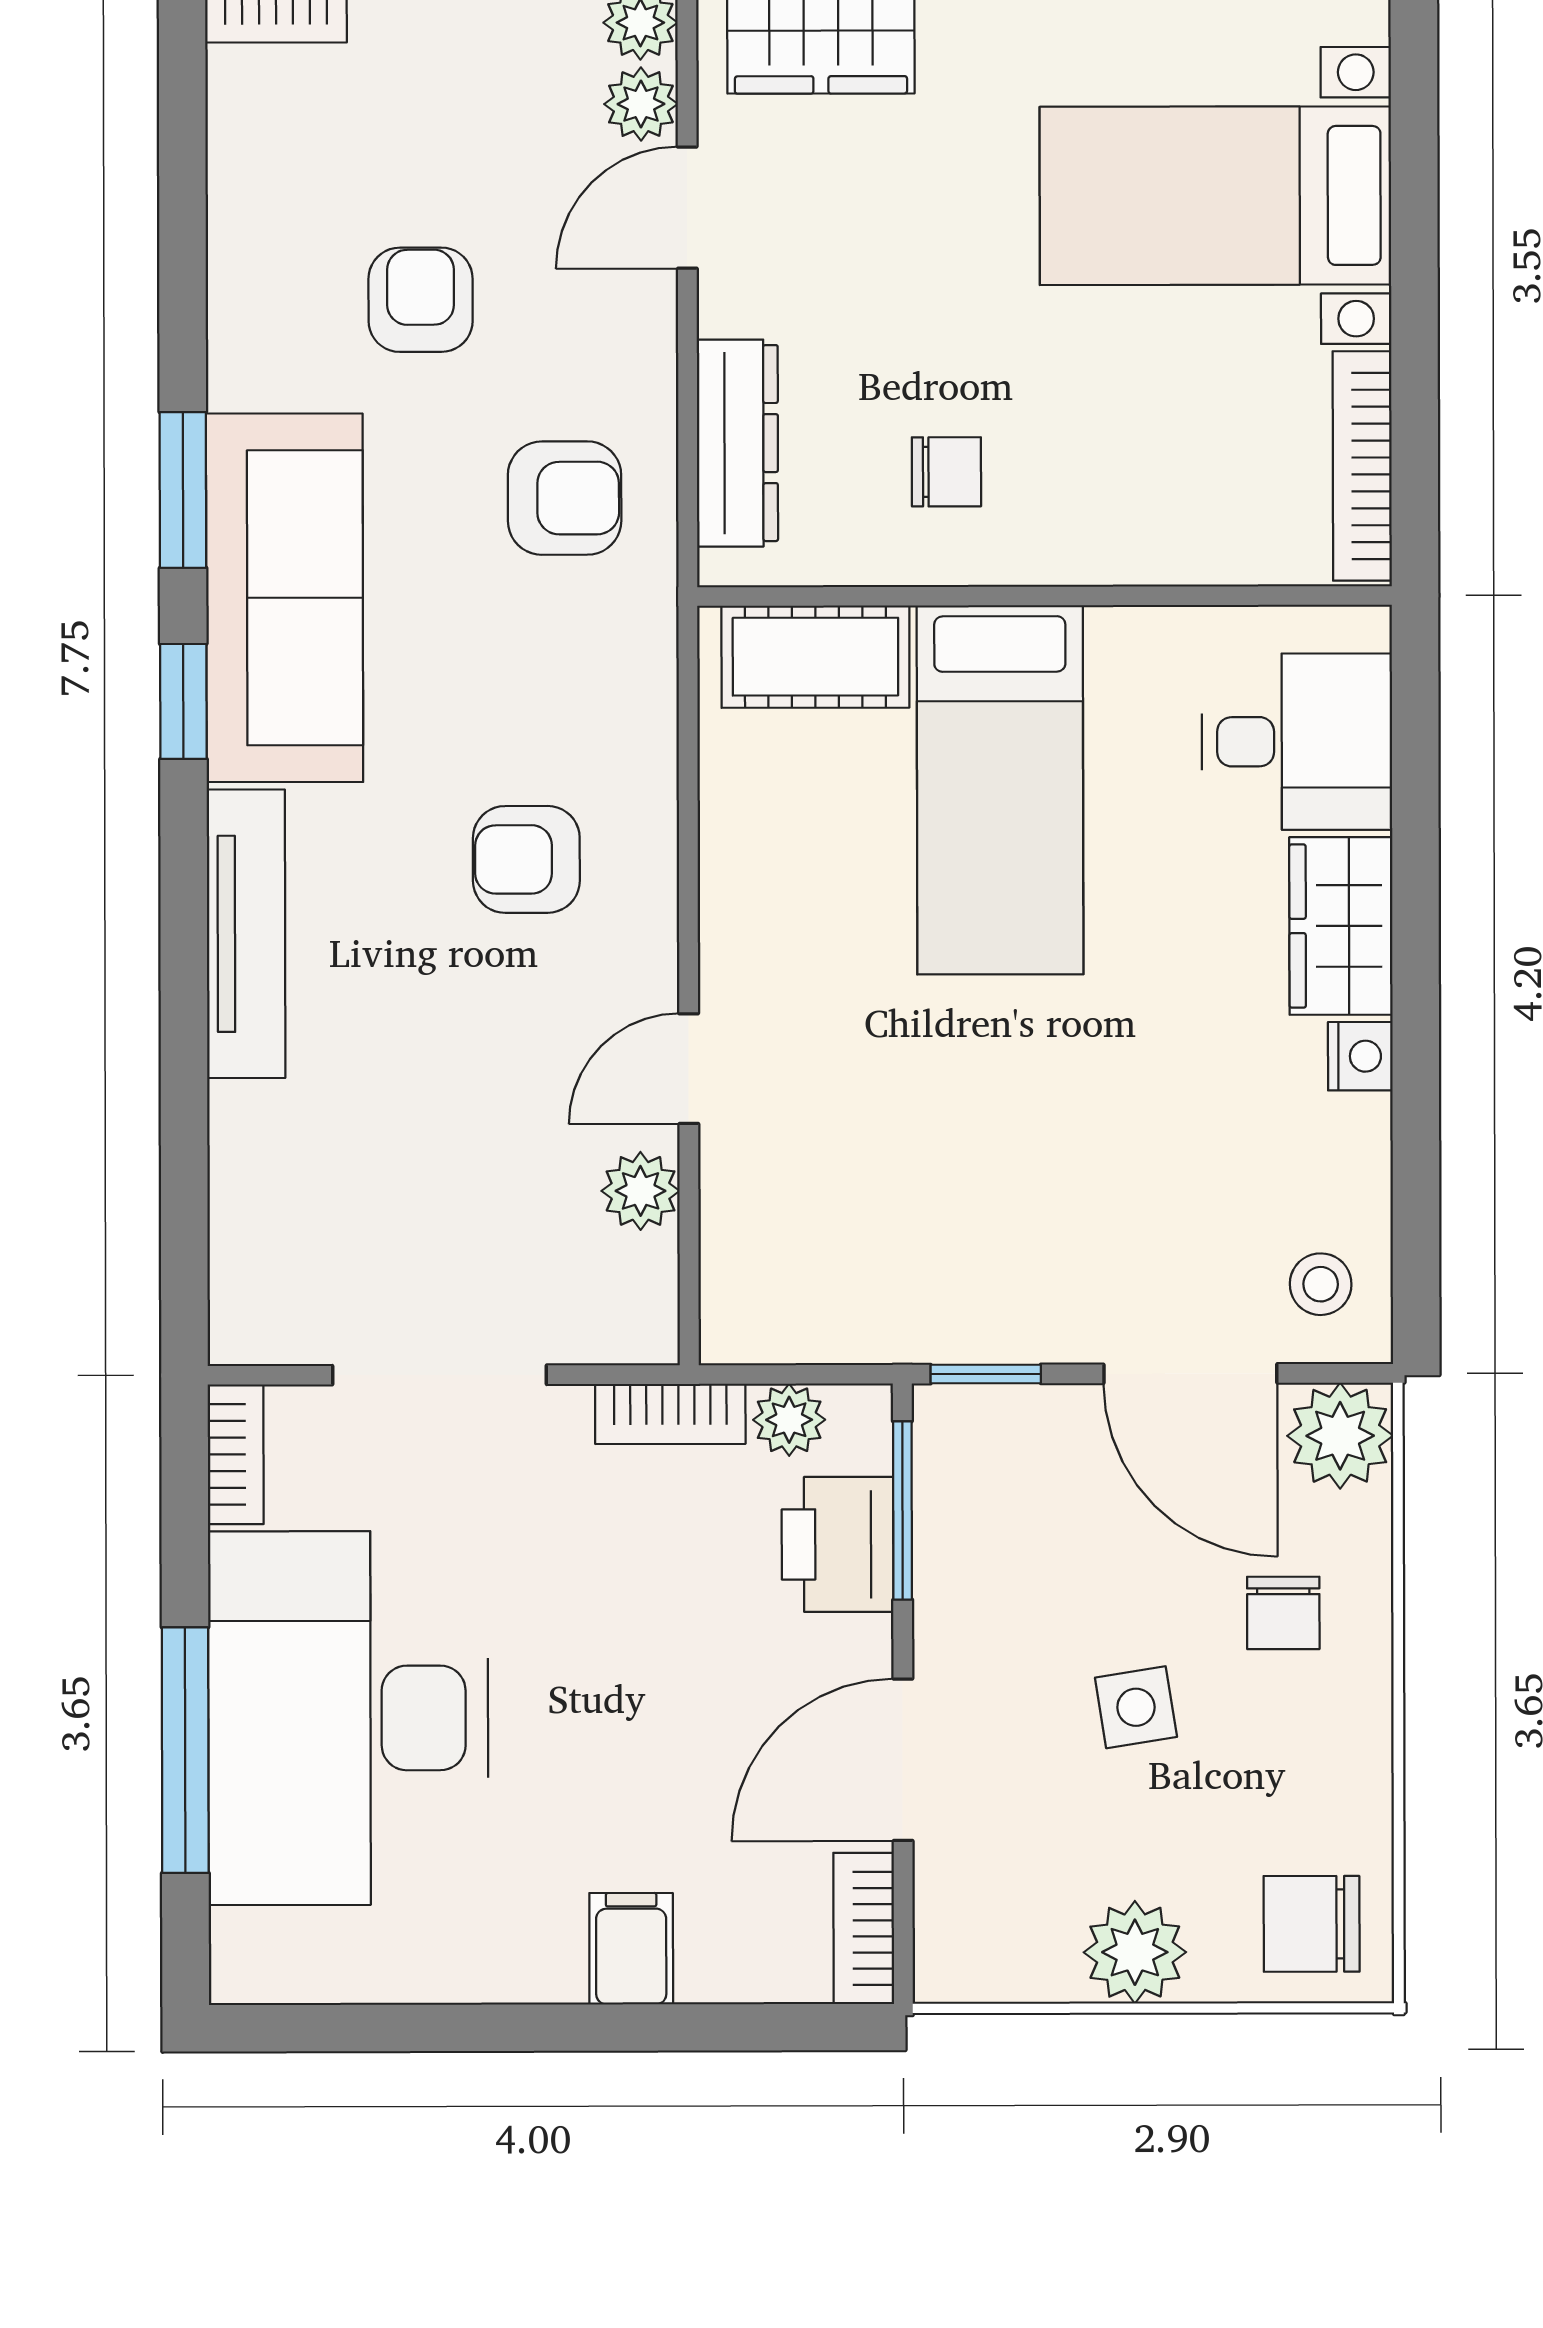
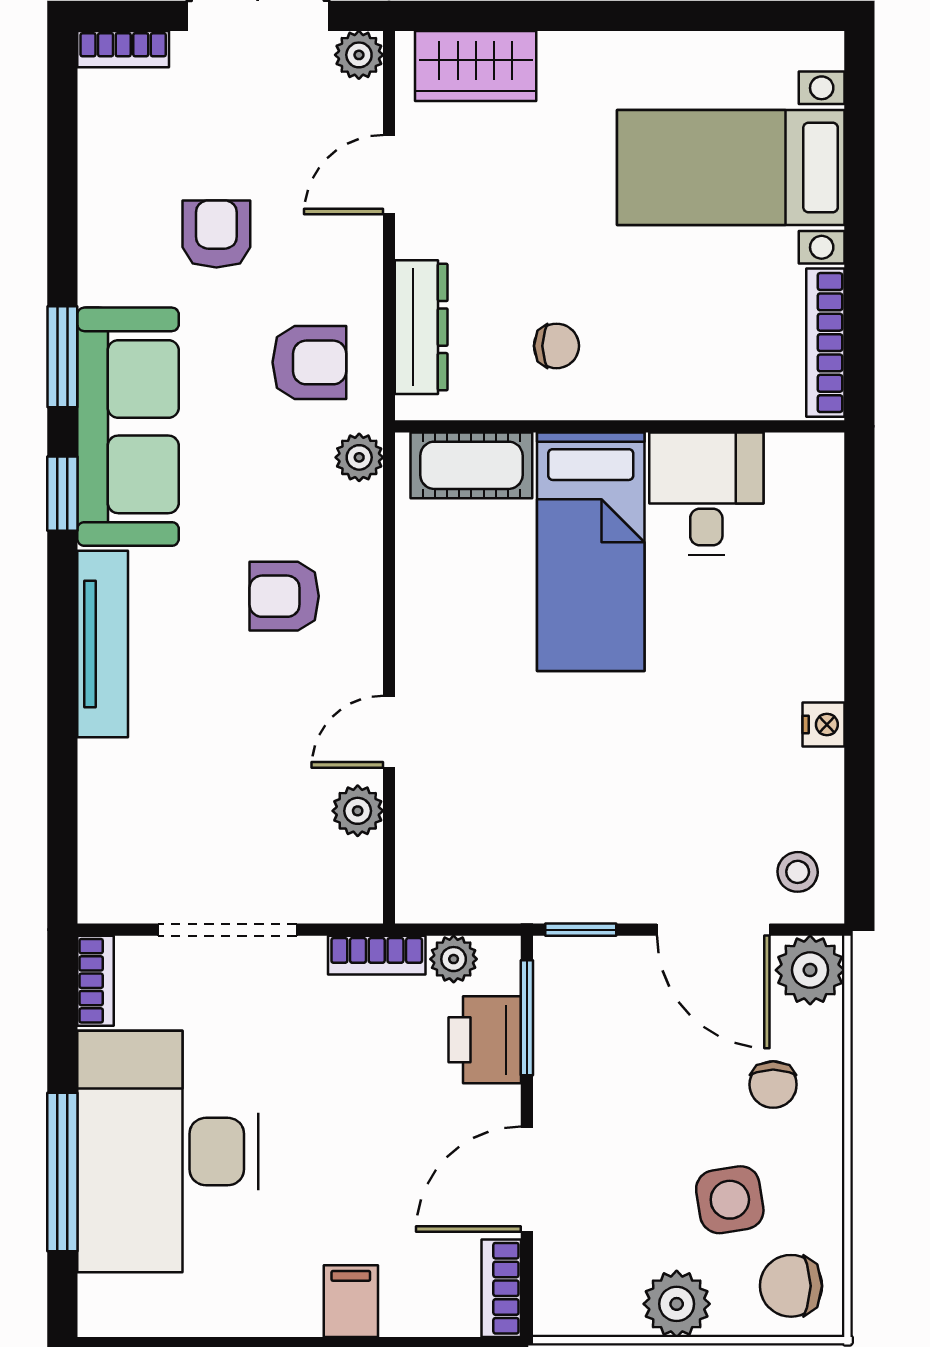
plant: (641, 104) -> (359, 457), moved
desk: (1297, 742) -> (706, 494), moved, turned -90
wardrobe: (1341, 926) -> (811, 640), removed
side table: (1136, 1707) -> (730, 1200), moved, width x1.37, depth x1.37

